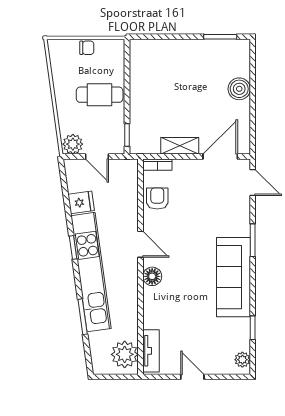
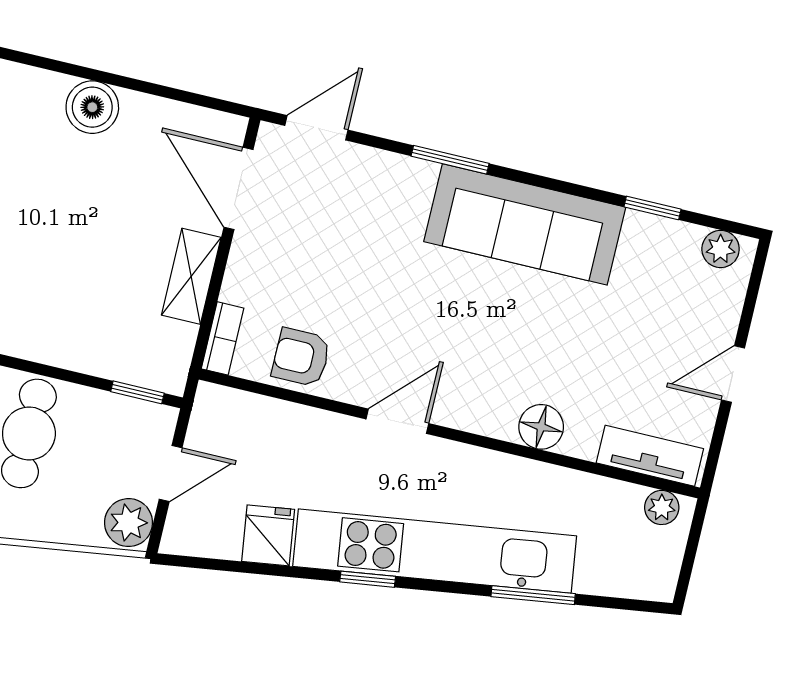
floor lamp: (152, 276) -> (541, 427), moved
plant: (125, 354) -> (662, 507), width x0.53, depth x0.53

